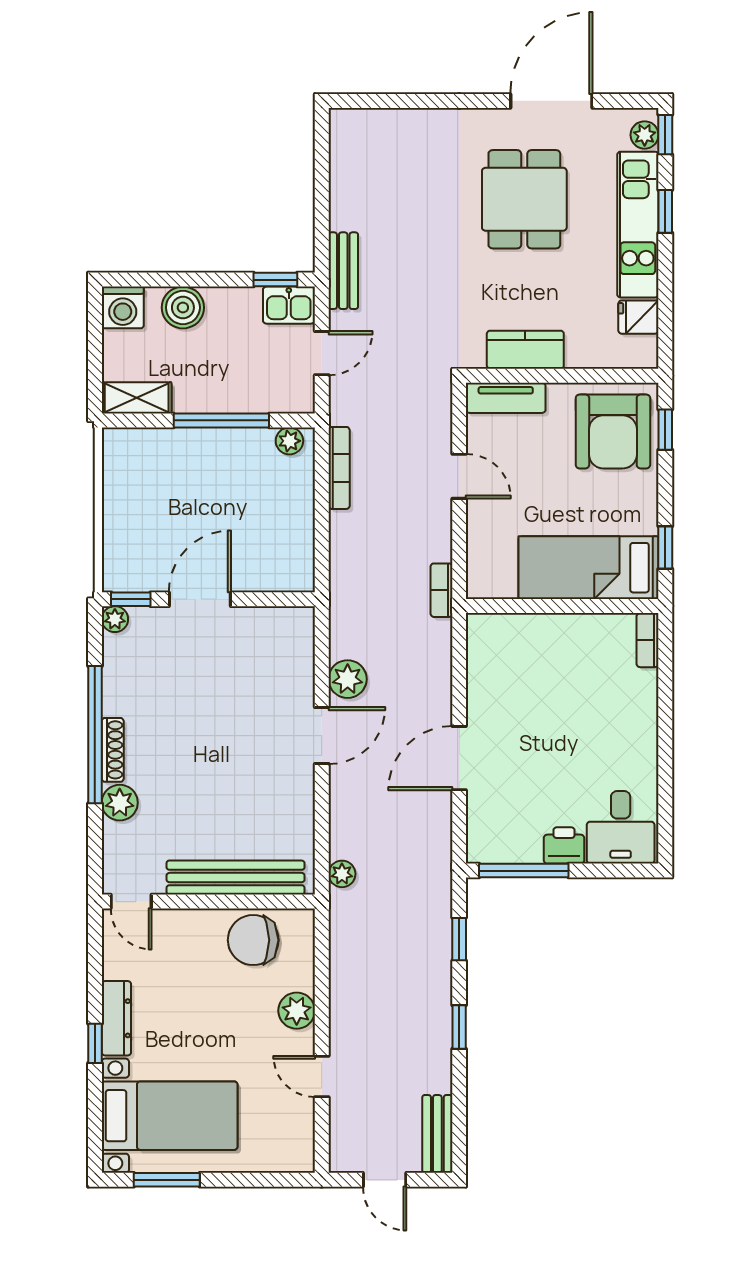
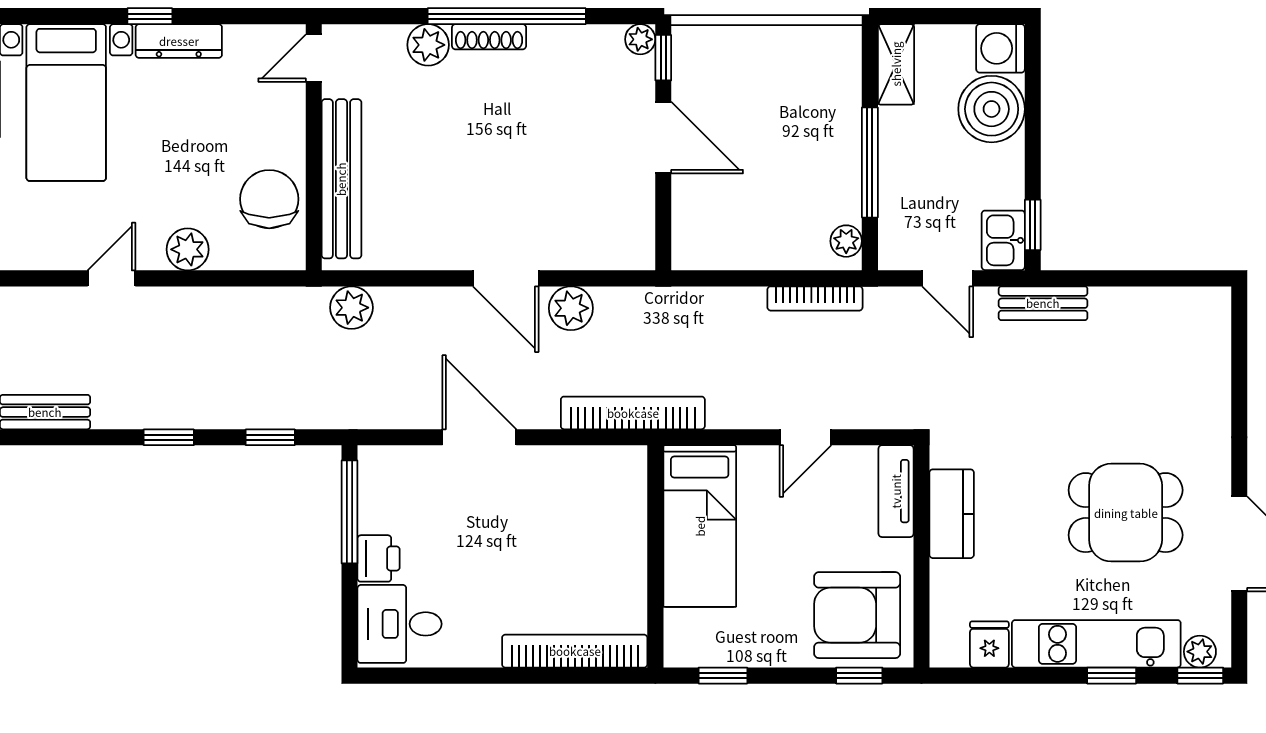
boiler: (183, 308) -> (992, 109), width x1.37, depth x1.37
bed: (588, 568) -> (700, 526), moved, turned 180
bookcase: (441, 590) -> (633, 413), width x2.31, depth x1.31
bookcase: (648, 640) -> (575, 651), width x2.31, depth x1.31
plant: (342, 874) -> (351, 308), width x1.38, depth x1.38

